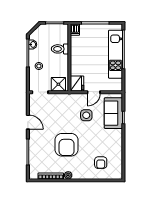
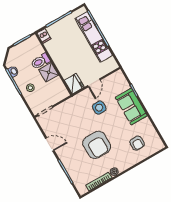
shower: (58, 84) -> (49, 72), moved
sofa: (113, 113) -> (131, 107), moved

